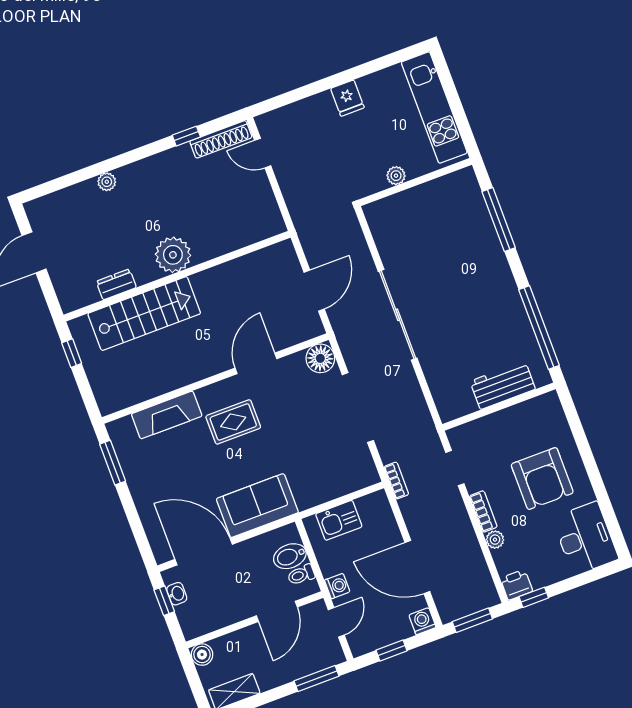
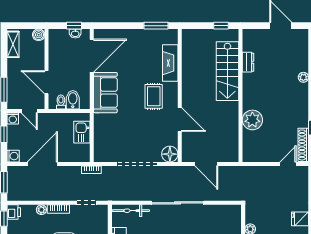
plant: (173, 255) -> (252, 120), moved
bicycle: (440, 389) -> (131, 211), added
washing machine: (337, 586) -> (13, 119), moved

